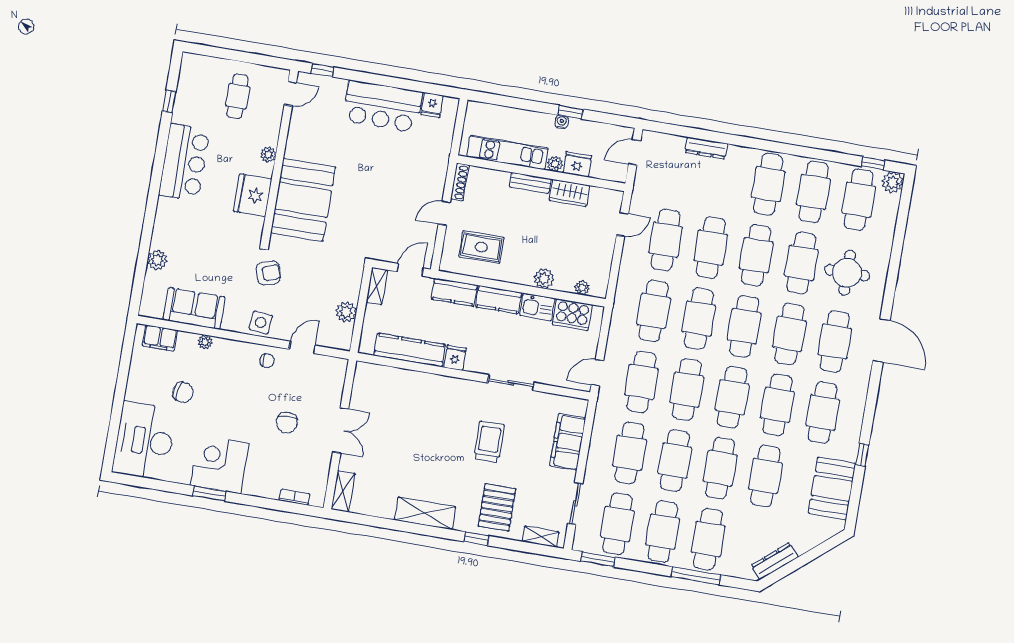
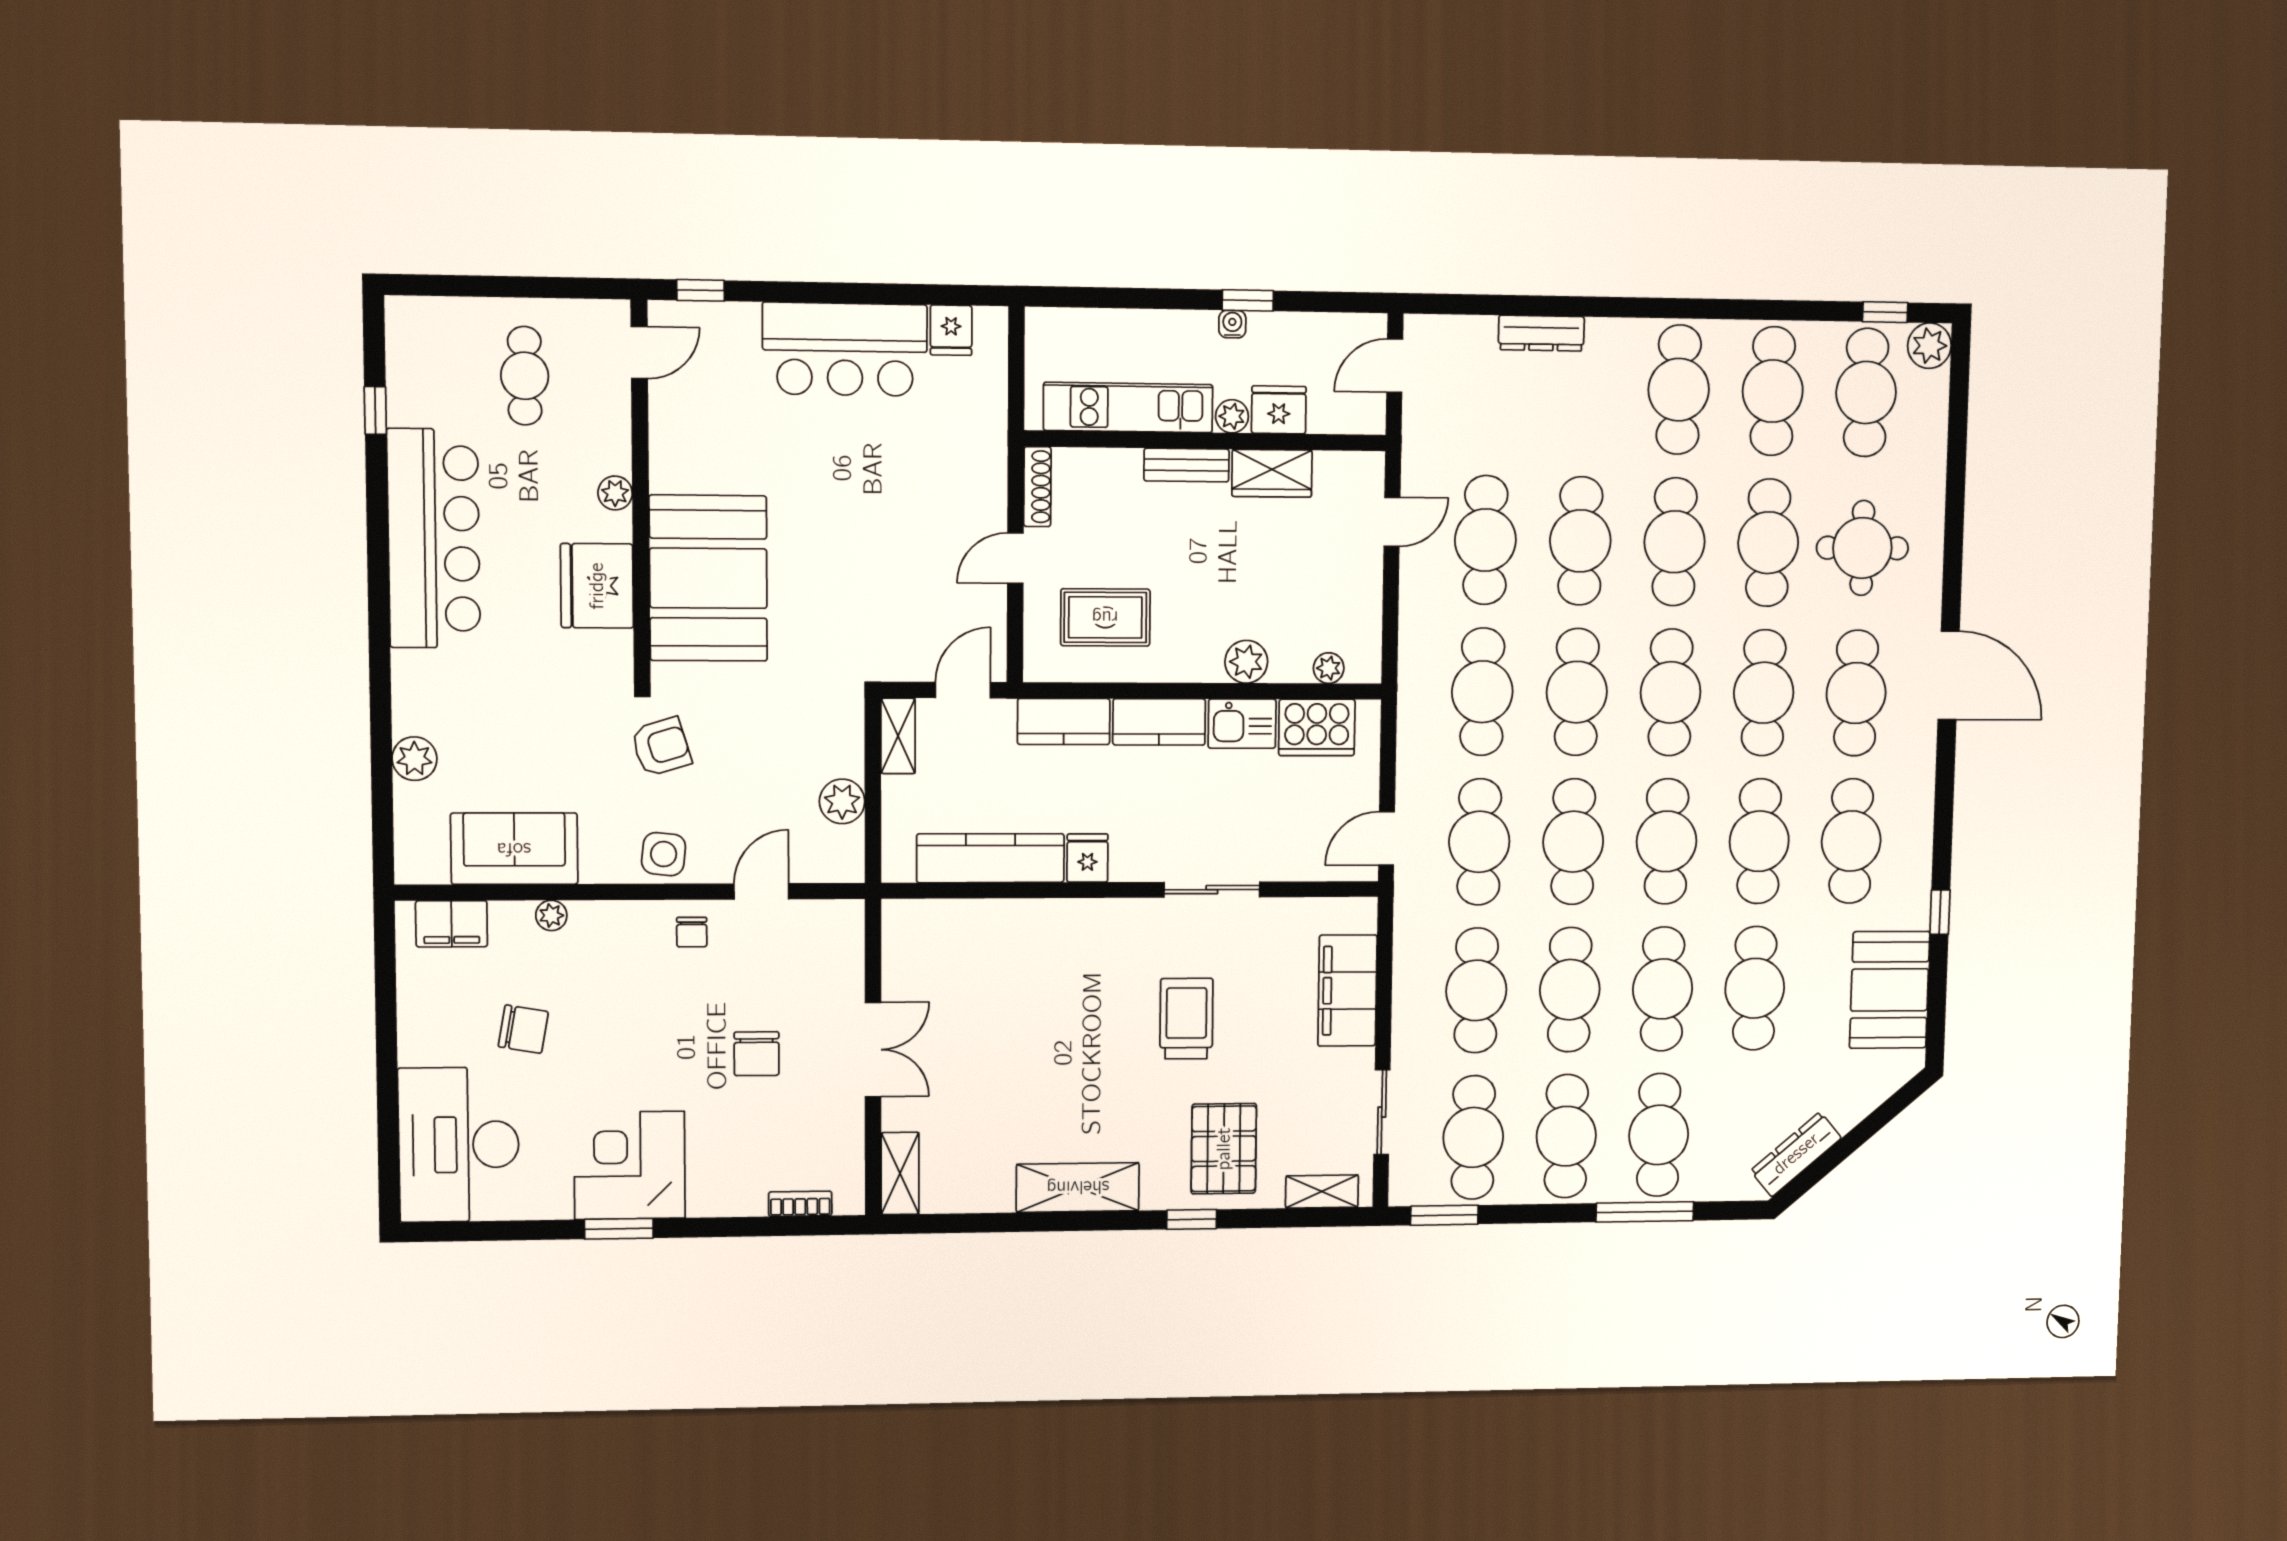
bar counter: (184, 162) -> (434, 539), width x1.36
chair: (267, 361) -> (692, 932), turned 90

